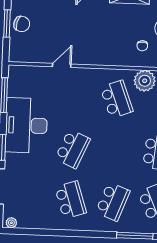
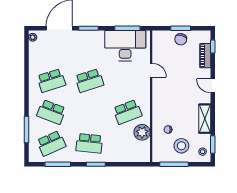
desk: (26, 125) -> (125, 46), moved
school desk: (73, 149) -> (89, 81), turned -42

